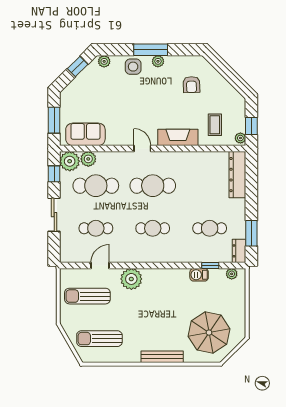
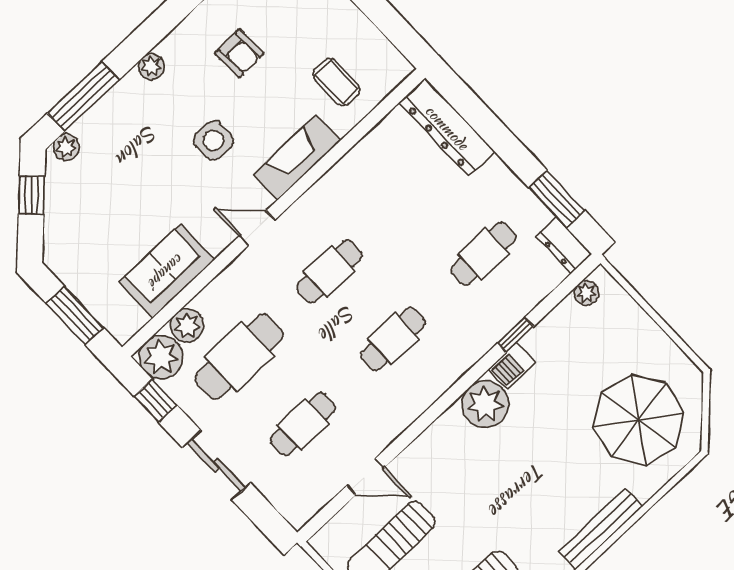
window: (151, 50) -> (83, 96), moved
side table: (133, 67) -> (213, 140), moved
window: (251, 126) -> (396, 29), removed
sofa: (85, 134) -> (167, 271), moved
plant: (240, 138) -> (397, 65), removed
cafe table: (153, 186) -> (329, 271), width x0.73, depth x0.74
door: (100, 265) -> (365, 477), swing flipped
window: (210, 265) -> (515, 335), moved
barbecue: (199, 275) -> (512, 366), moved
plant: (131, 279) -> (485, 404), moved

